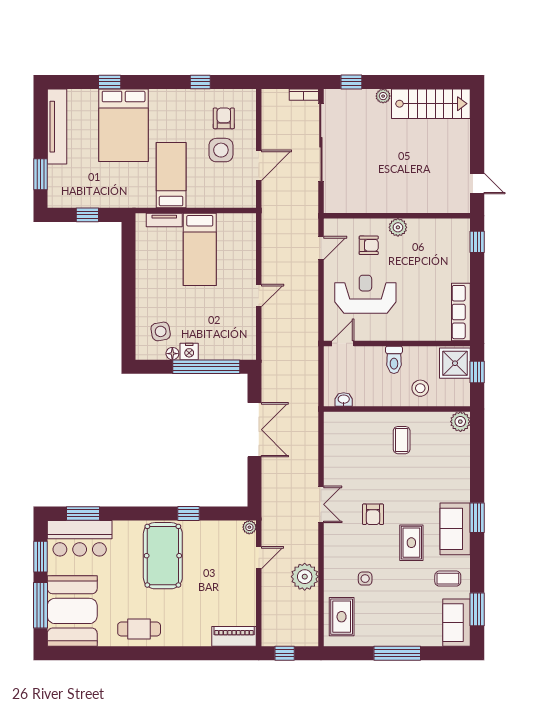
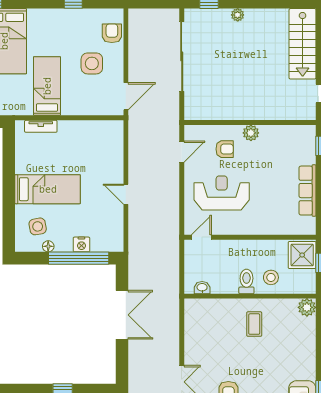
bookcase: (304, 95) -> (166, 14), removed
stairs: (431, 104) -> (303, 44), moved, turned 90
armchair: (224, 118) -> (112, 33), moved
door: (259, 165) -> (126, 96), moved
bed: (200, 249) -> (48, 189), moved, turned -90
door: (259, 295) -> (126, 194), swing flipped
row of seats: (461, 312) -> (307, 191), moved
nightstand: (189, 352) -> (81, 244), moved
toilet: (394, 360) -> (246, 281), moved, turned 180

